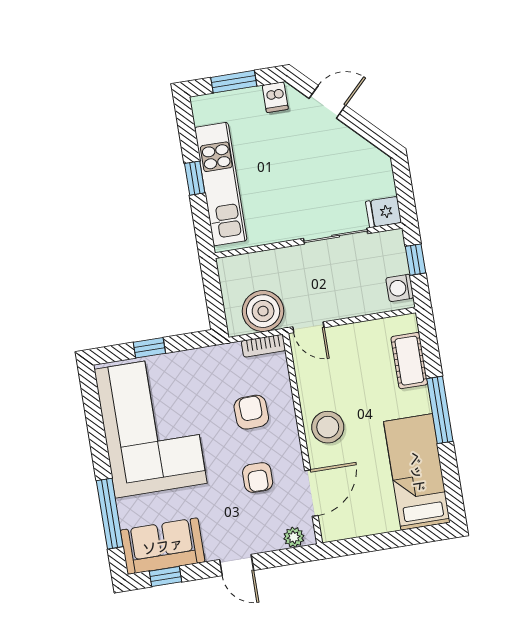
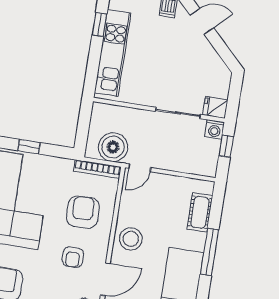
window: (195, 178) -> (100, 24), moved
washing machine: (400, 288) -> (215, 129), moved, turned -90
door: (308, 327) -> (140, 168), hinge flipped
bookcase: (263, 346) -> (97, 169), width x1.56
armchair: (251, 412) -> (83, 212), width x1.38, depth x1.38

